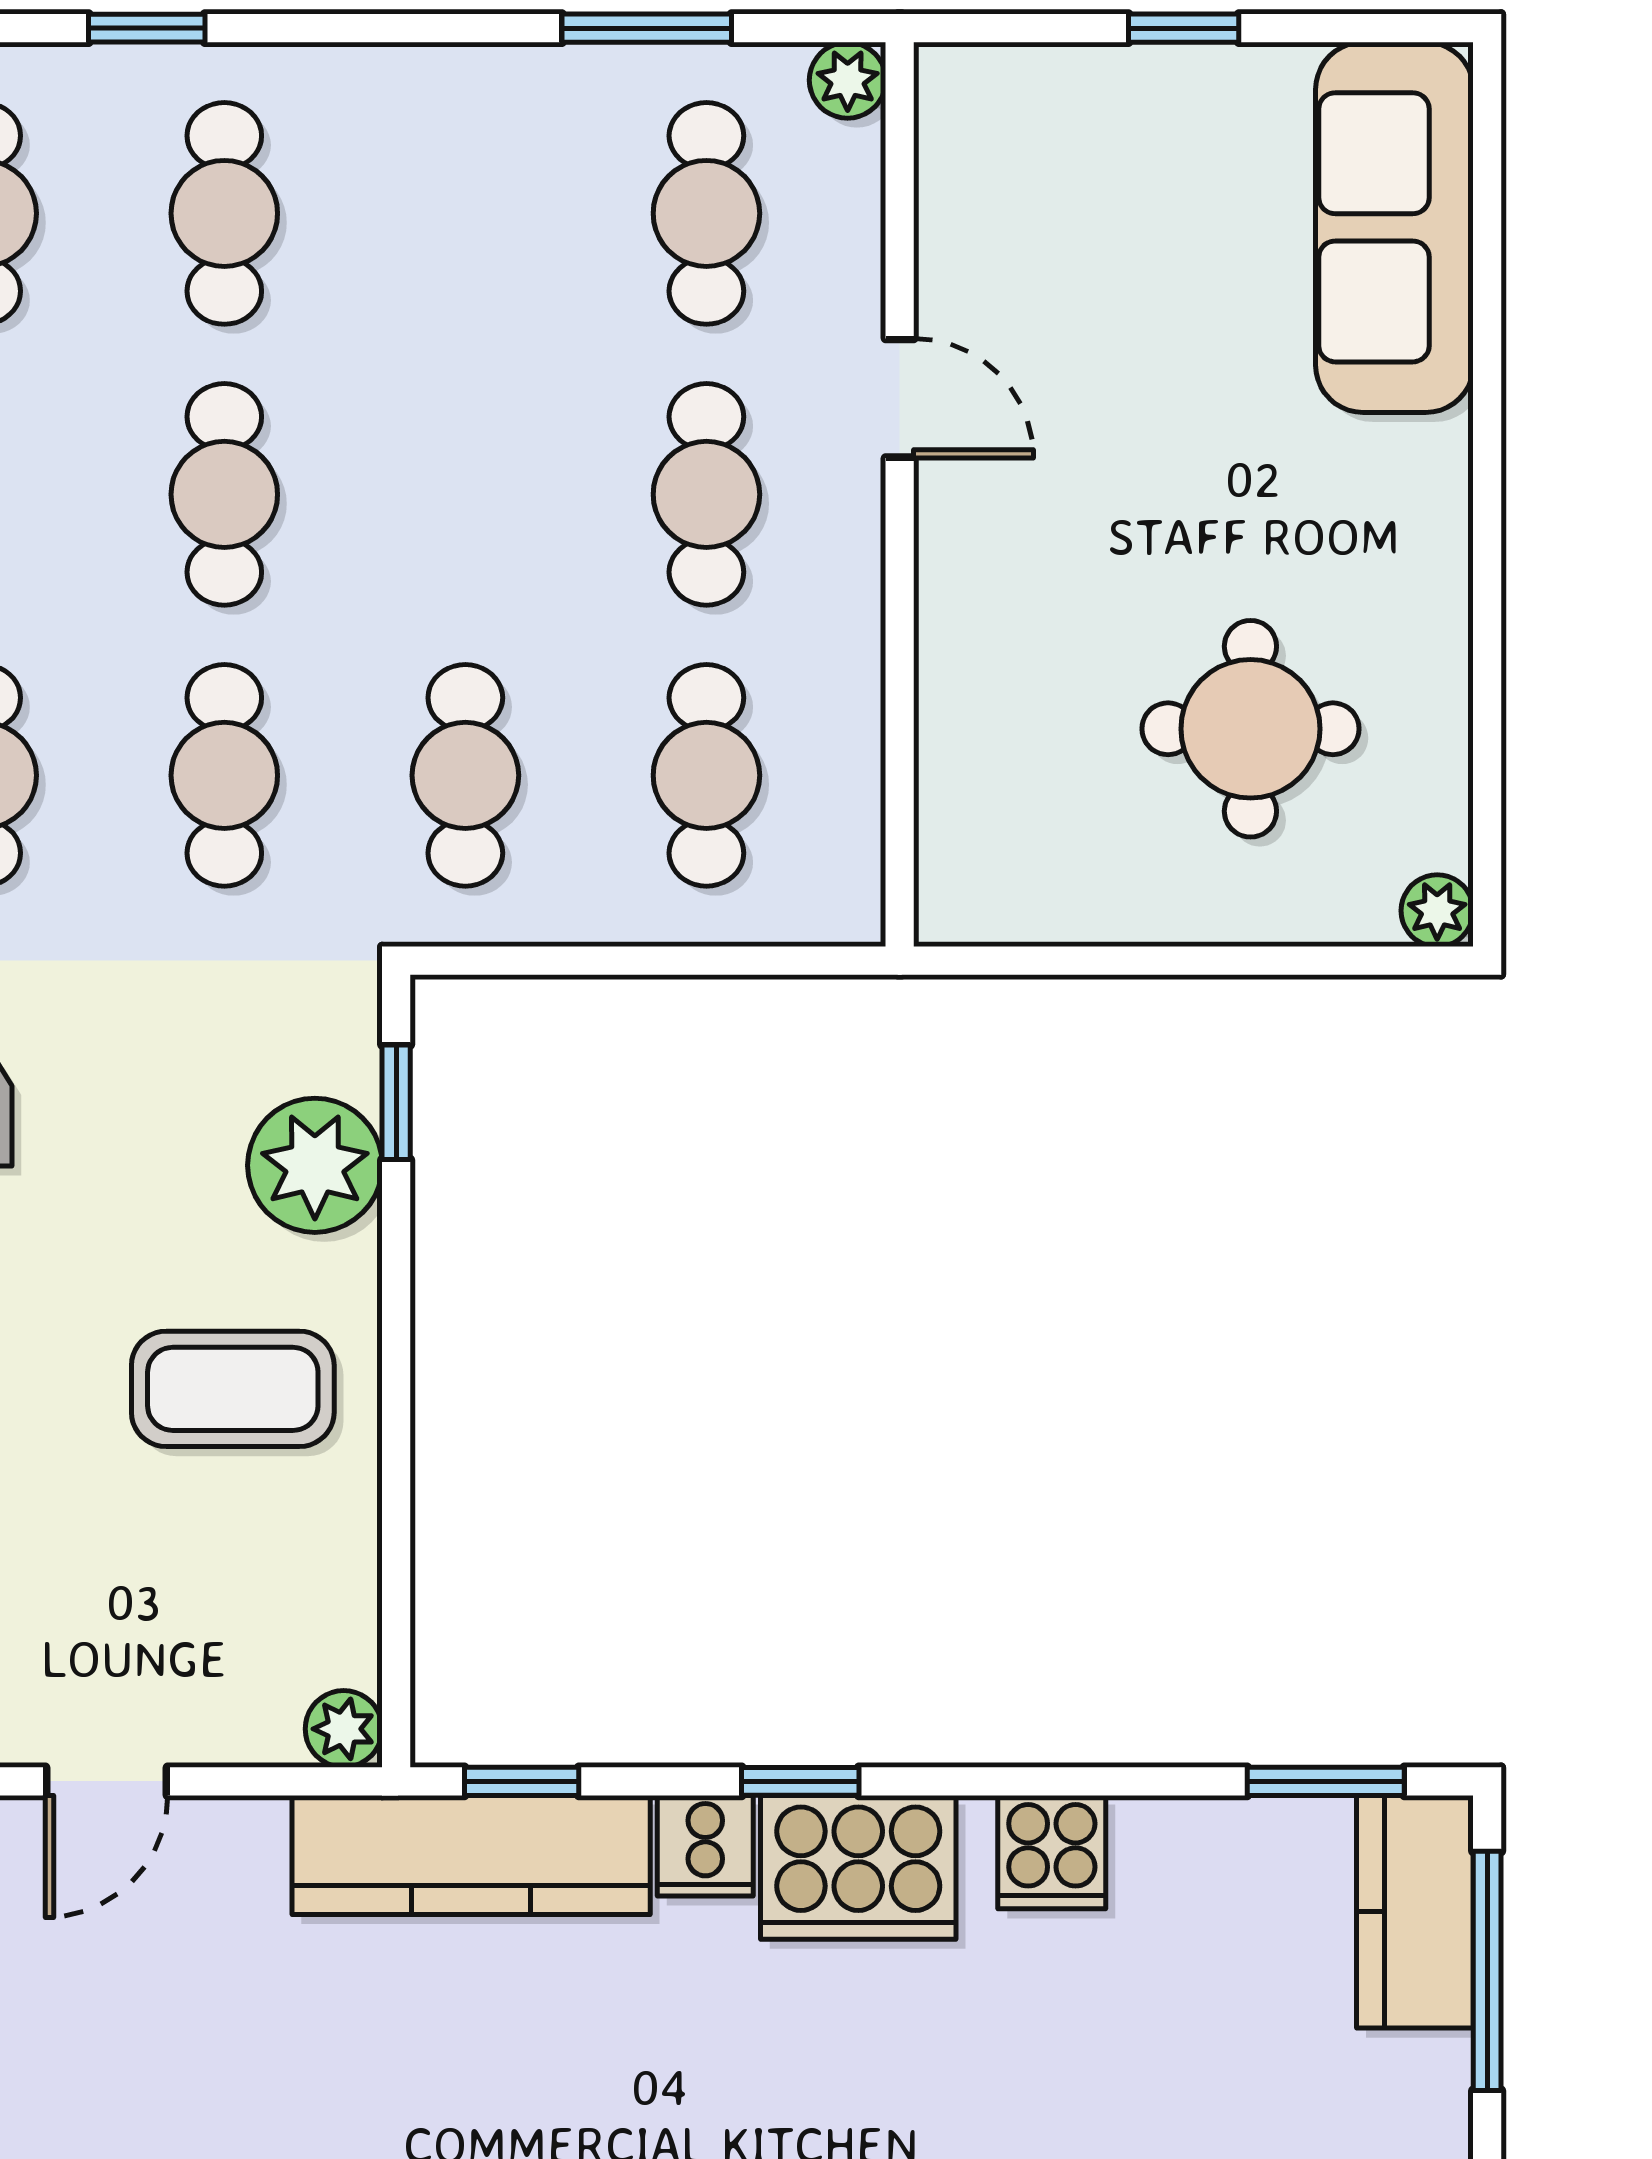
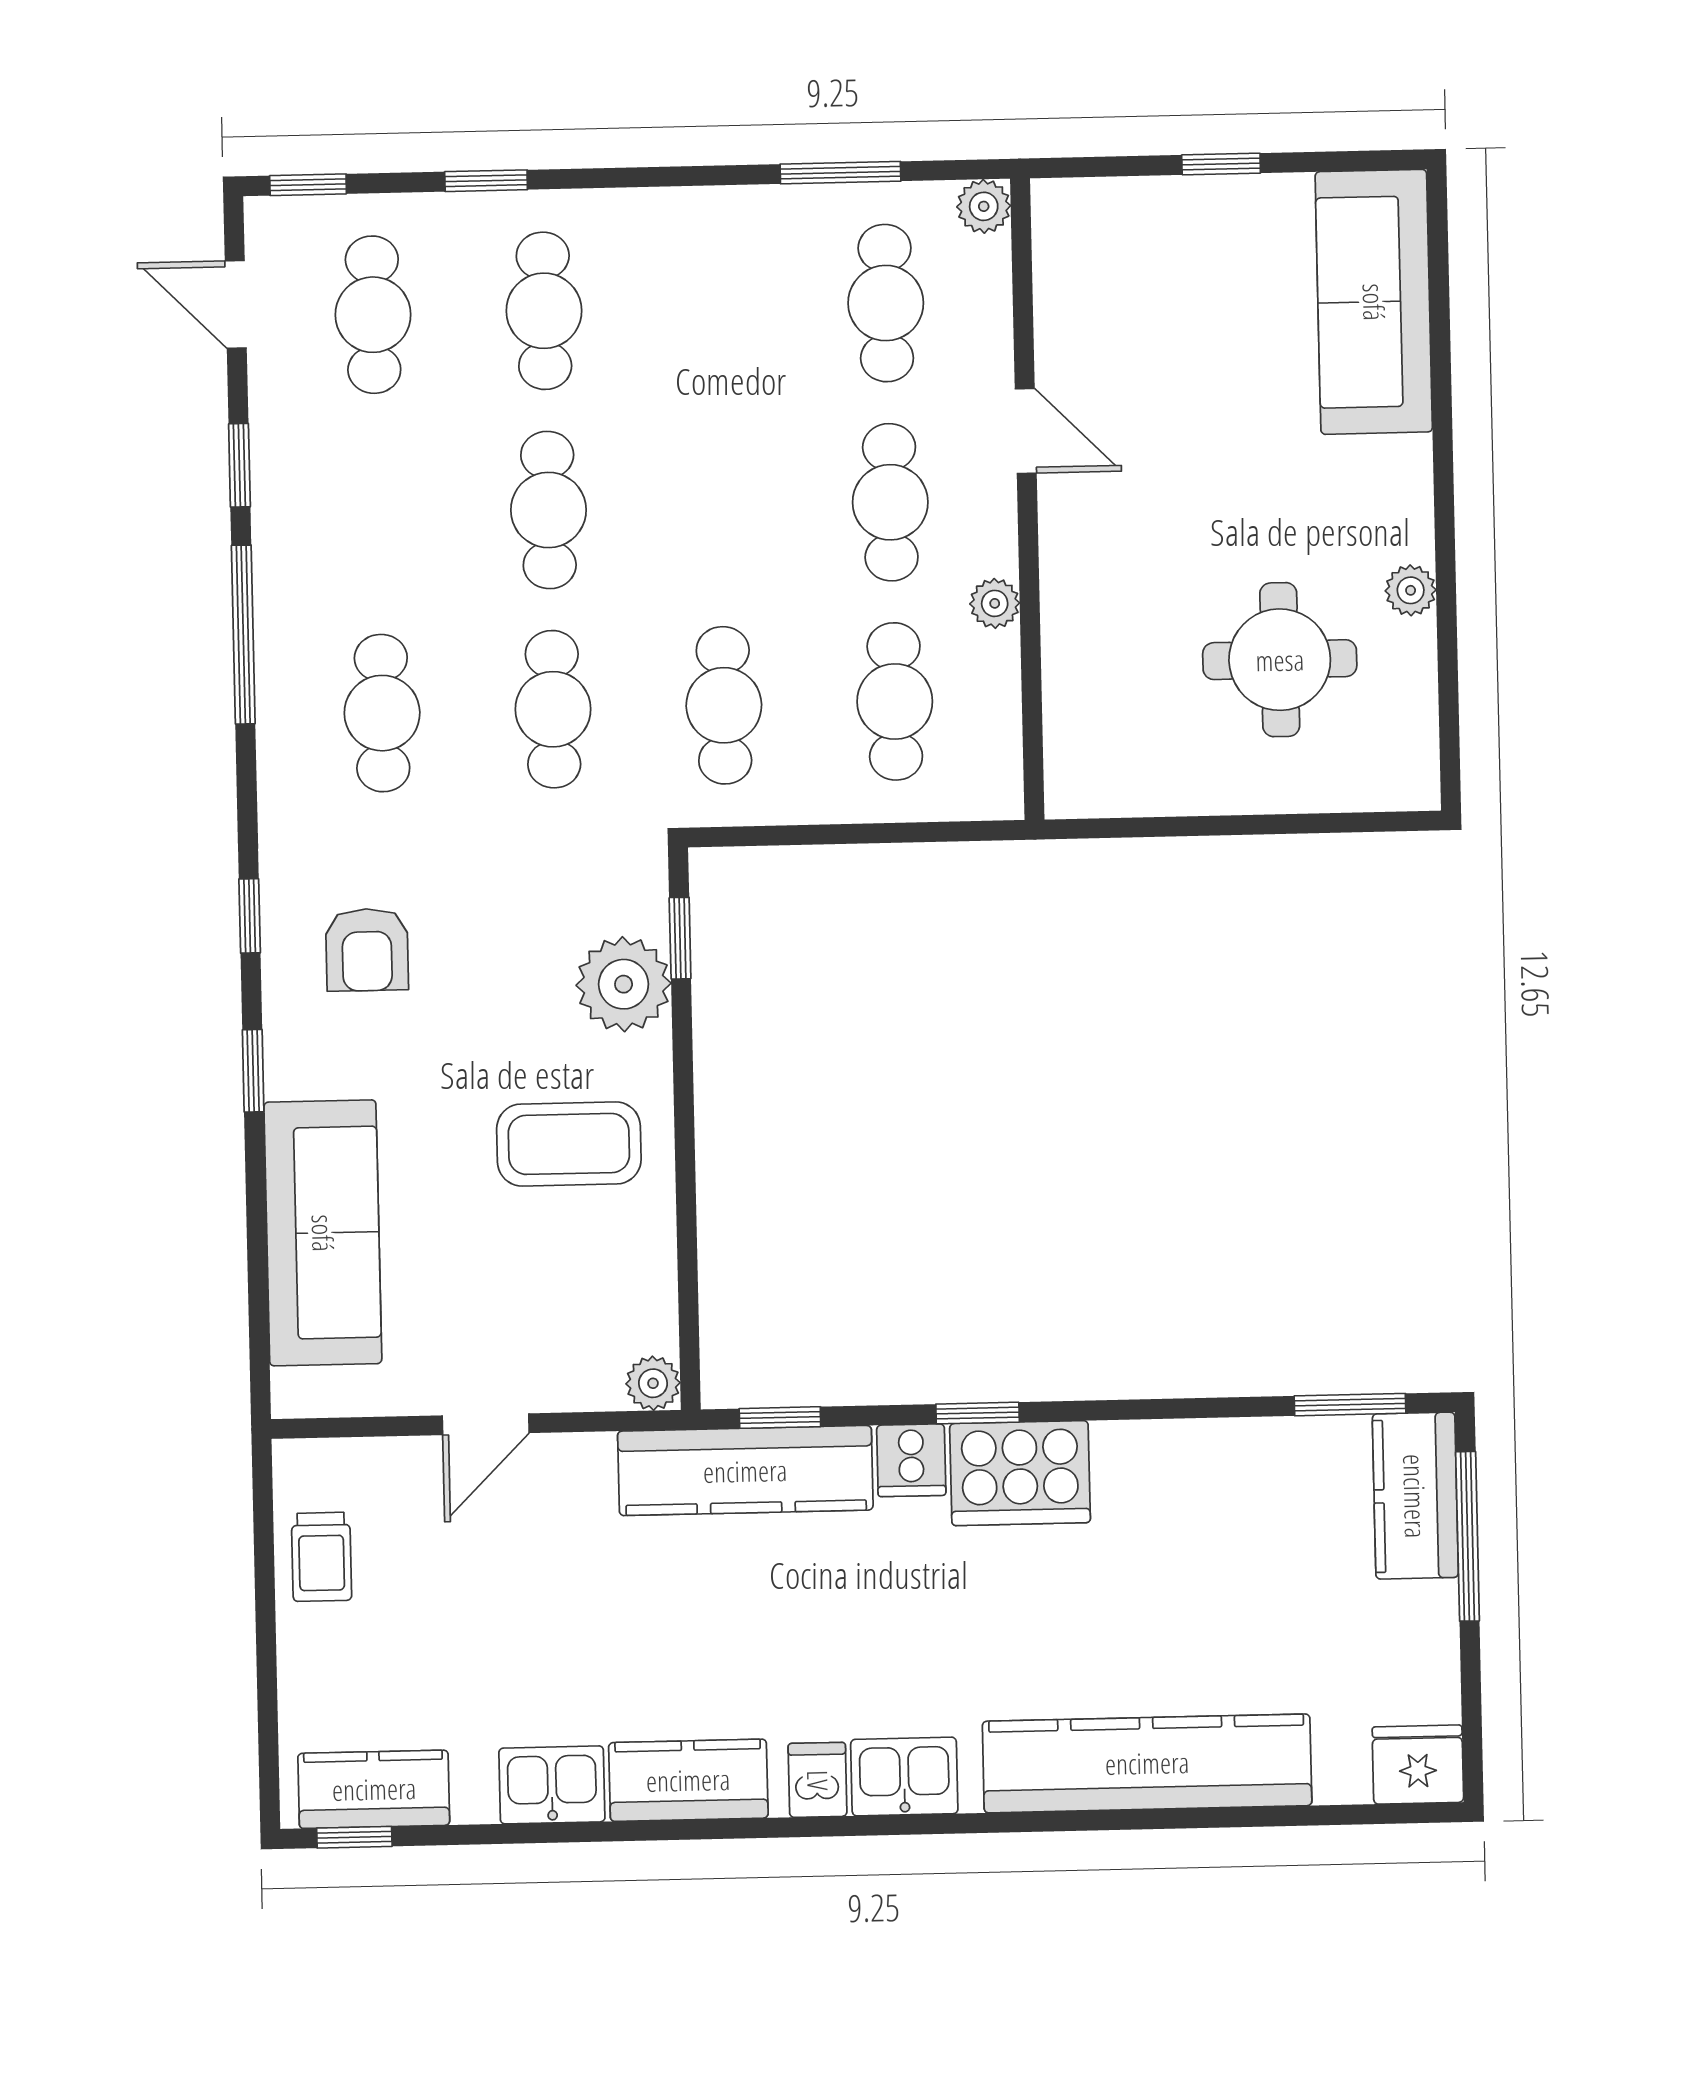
plant: (850, 640) -> (995, 603), added
plant: (1437, 911) -> (1411, 590), moved
cooker: (1052, 1852) -> (1157, 1459), removed

